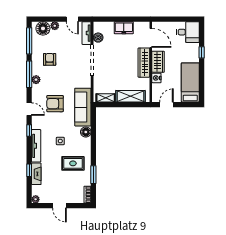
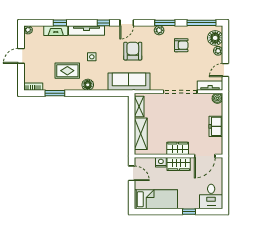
boiler: (98, 38) -> (217, 98), moved
wardrobe: (144, 63) -> (178, 148), width x0.67
window: (29, 74) -> (165, 23), width x0.69
floor lamp: (86, 132) -> (88, 85), moved
rug: (73, 163) -> (67, 71), turned 90

